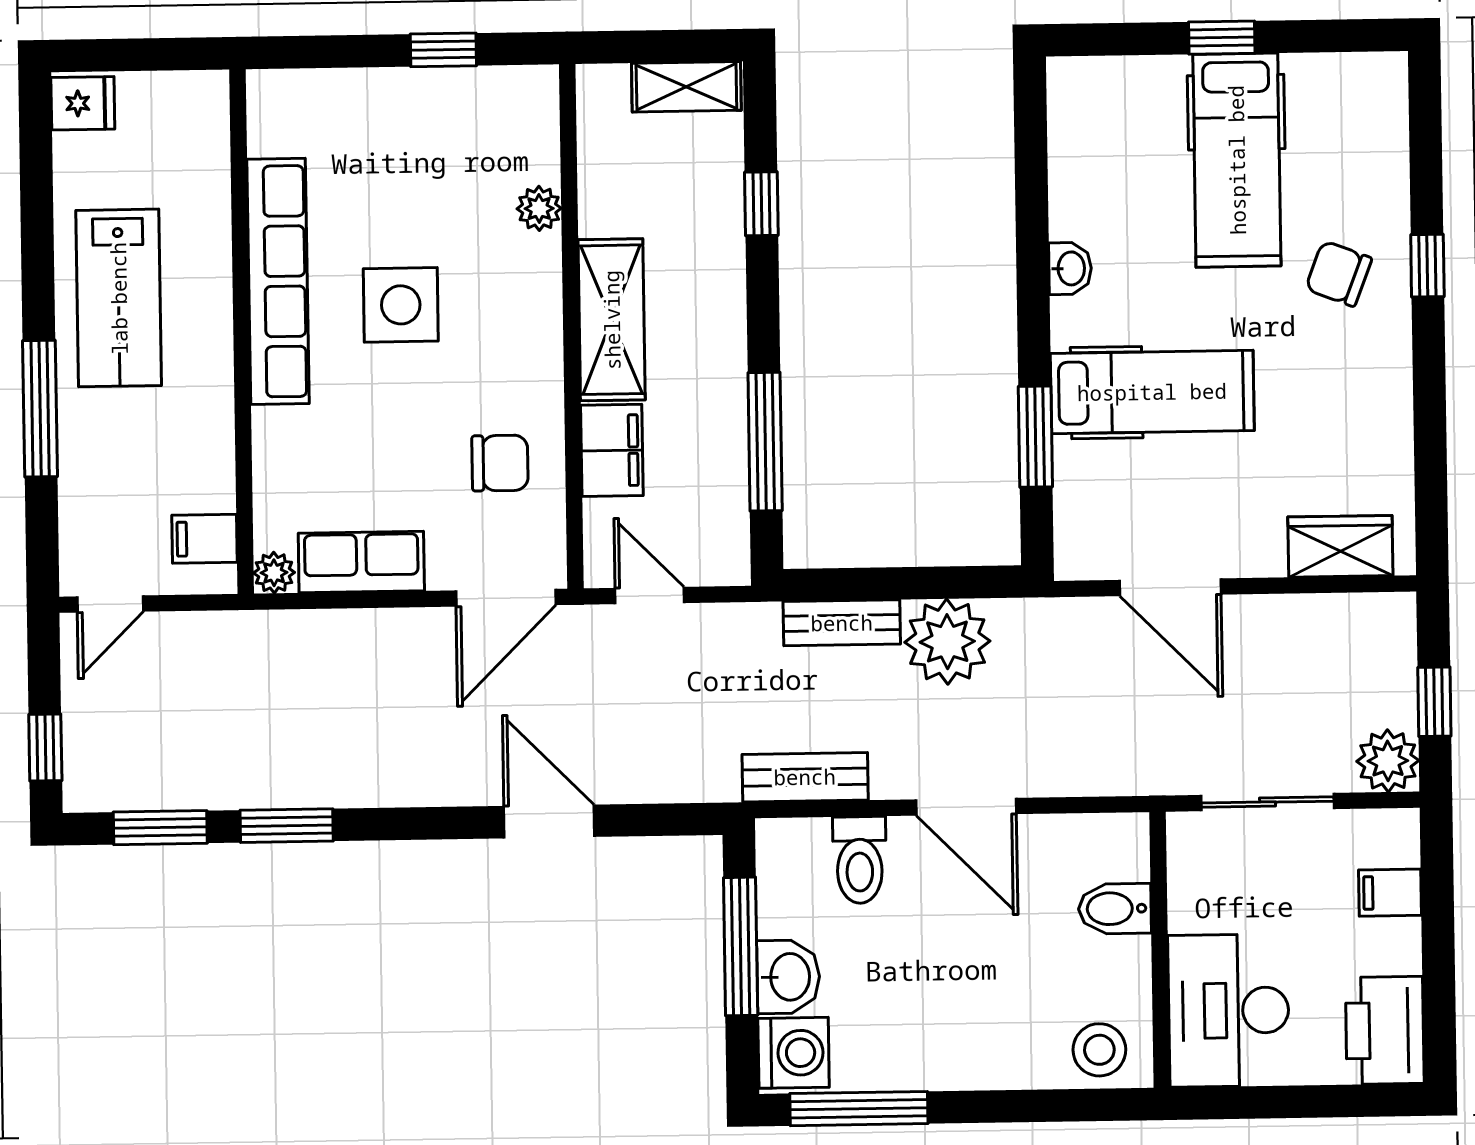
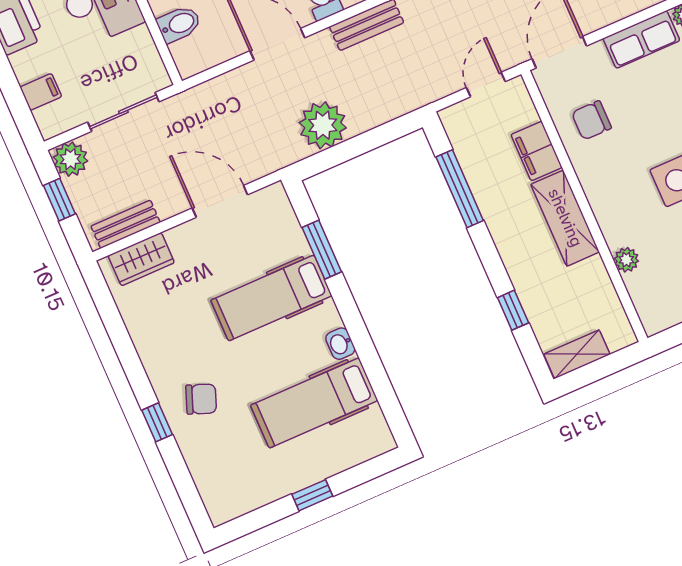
hospital bed: (1237, 160) -> (314, 403), moved, turned -90
door: (650, 595) -> (486, 85), swing flipped
bench: (842, 623) -> (126, 224), moved

